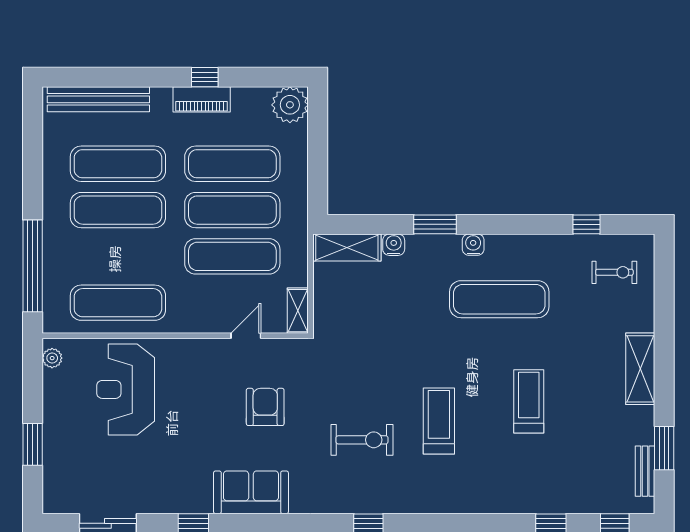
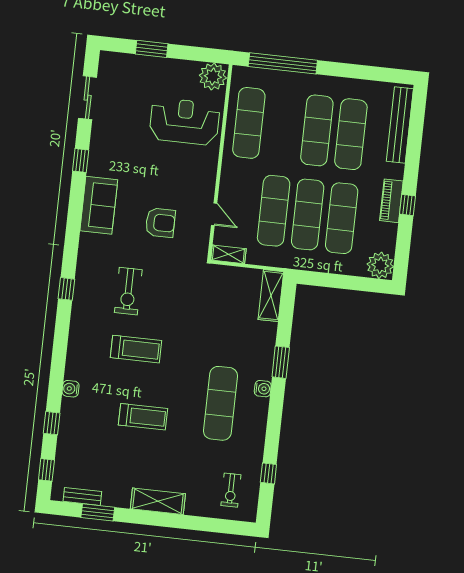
water cooler: (394, 245) -> (71, 389), moved, turned 180
plant: (52, 358) -> (213, 77), width x1.88, depth x1.88

